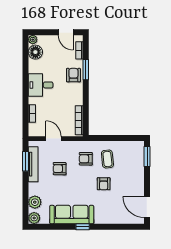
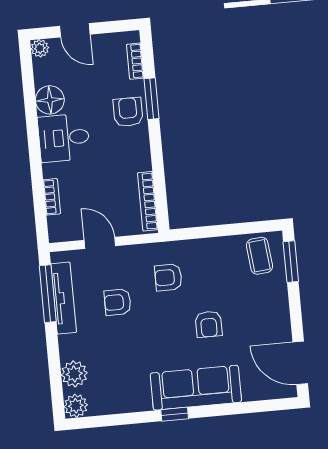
door: (66, 32) -> (75, 30), moved
floor lamp: (35, 52) -> (50, 100), moved
coffee table: (107, 159) -> (259, 256), moved
window: (25, 161) -> (48, 294), width x1.44
sofa: (72, 215) -> (196, 388), moved

